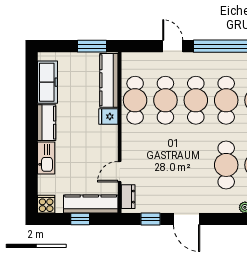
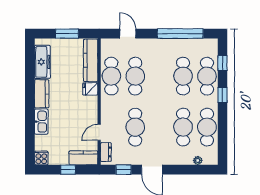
window: (92, 46) -> (67, 34), moved
door: (173, 46) -> (128, 34), moved
cafe table: (196, 100) -> (135, 127), moved
kitchen counter: (91, 204) -> (83, 158), width x0.67

